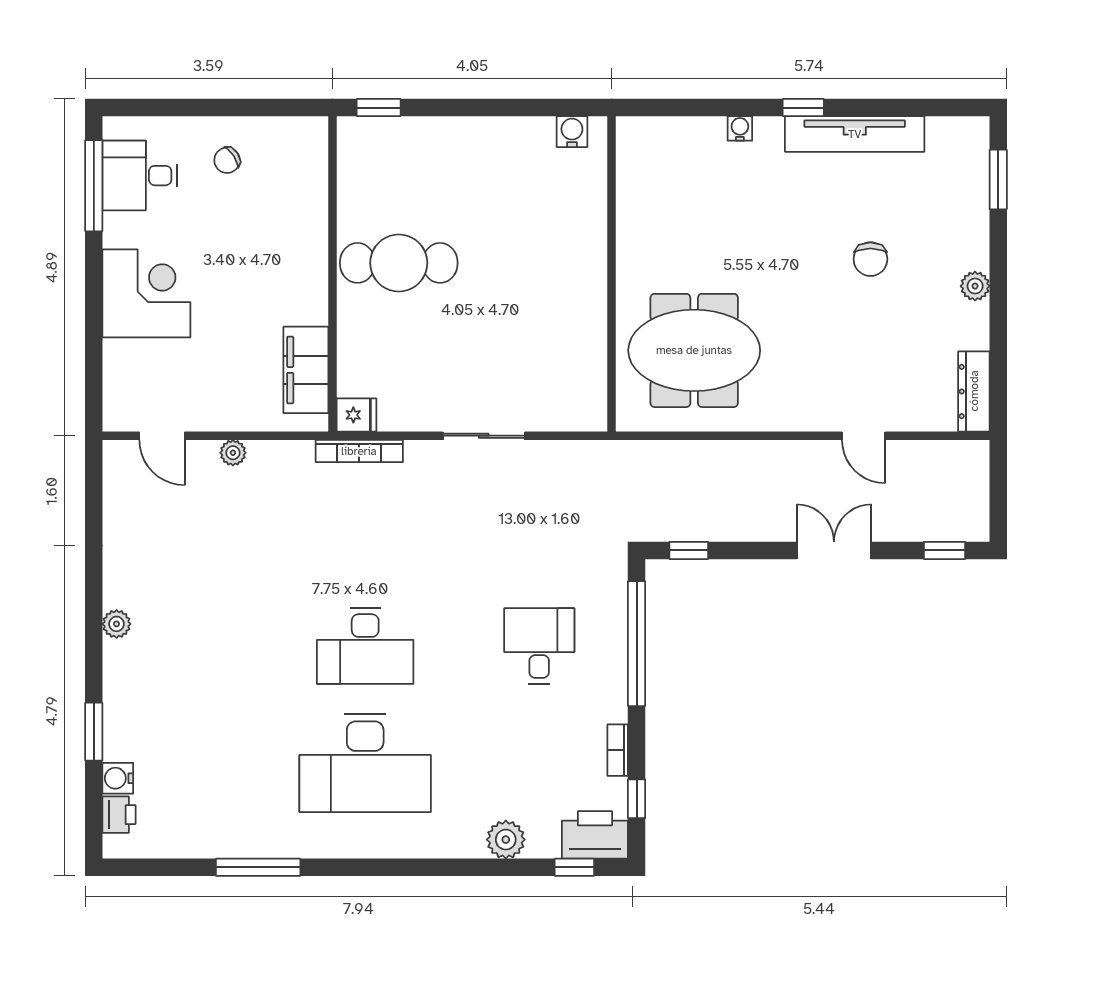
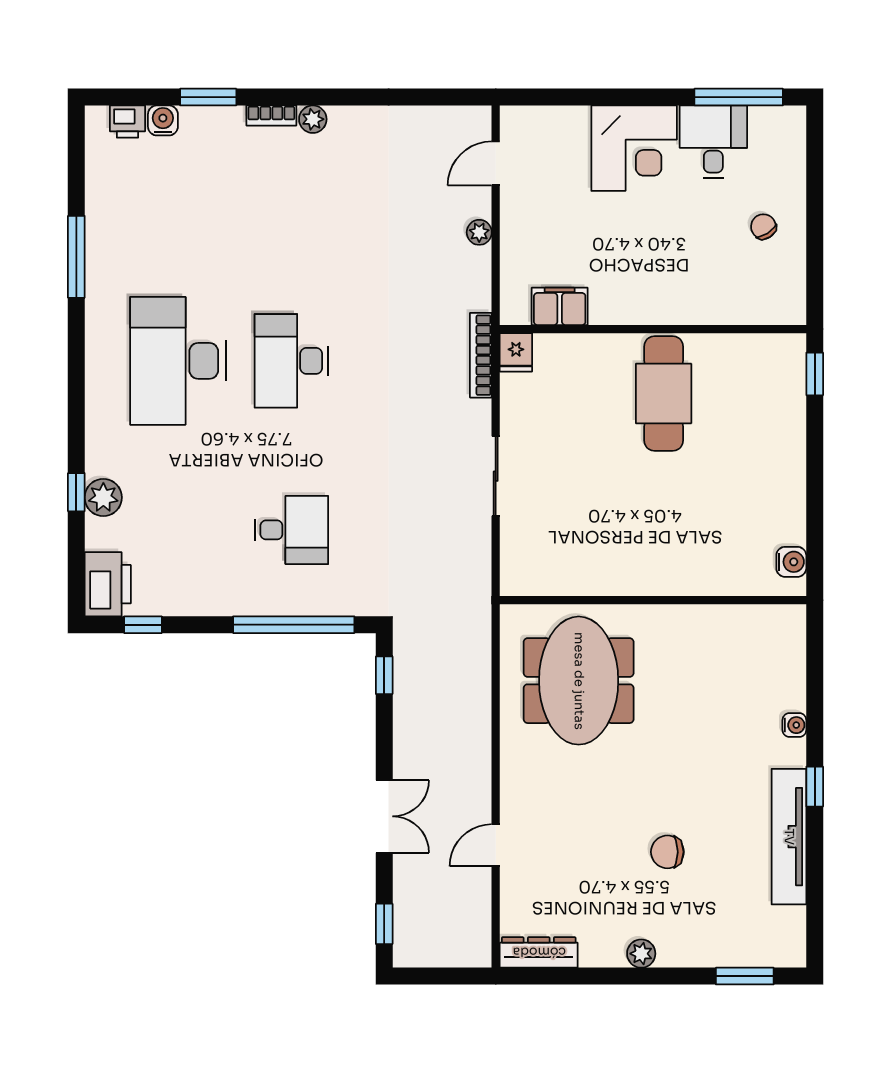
desk: (140, 176) -> (713, 142), moved
filing cabinet: (306, 370) -> (560, 306), width x0.67, depth x0.86
bookcase: (618, 750) -> (271, 115), moved, turned 180
window: (574, 867) -> (76, 492), moved

